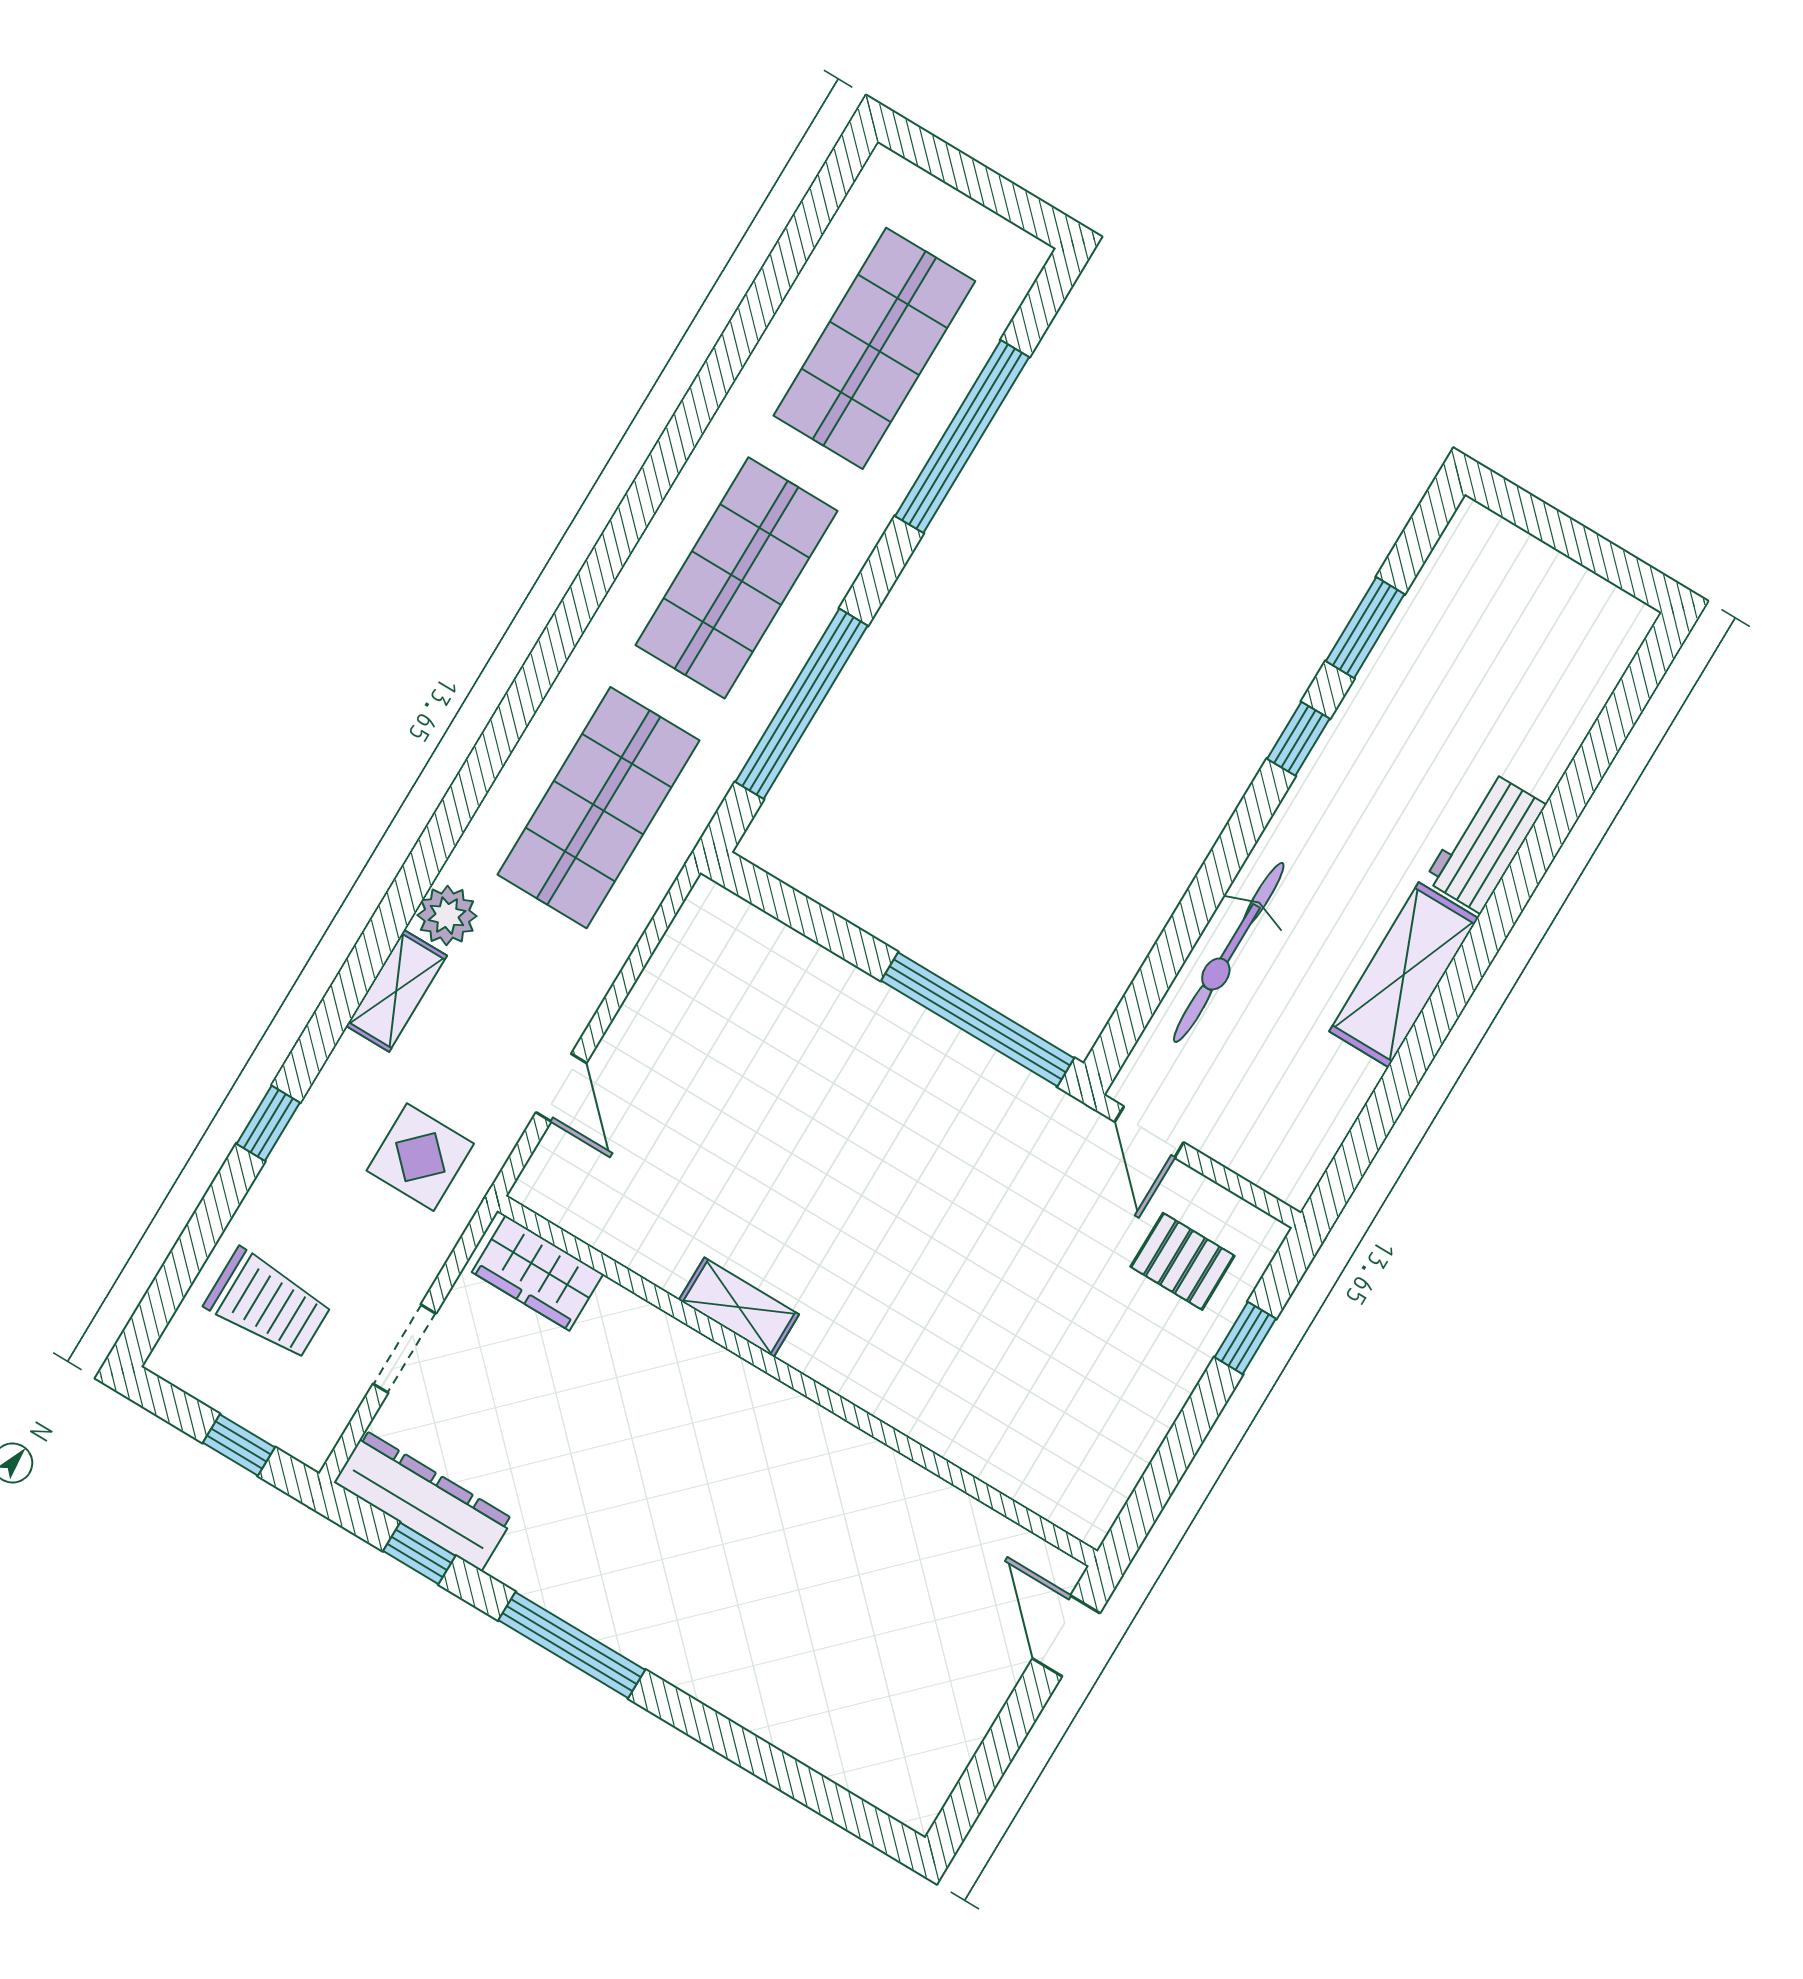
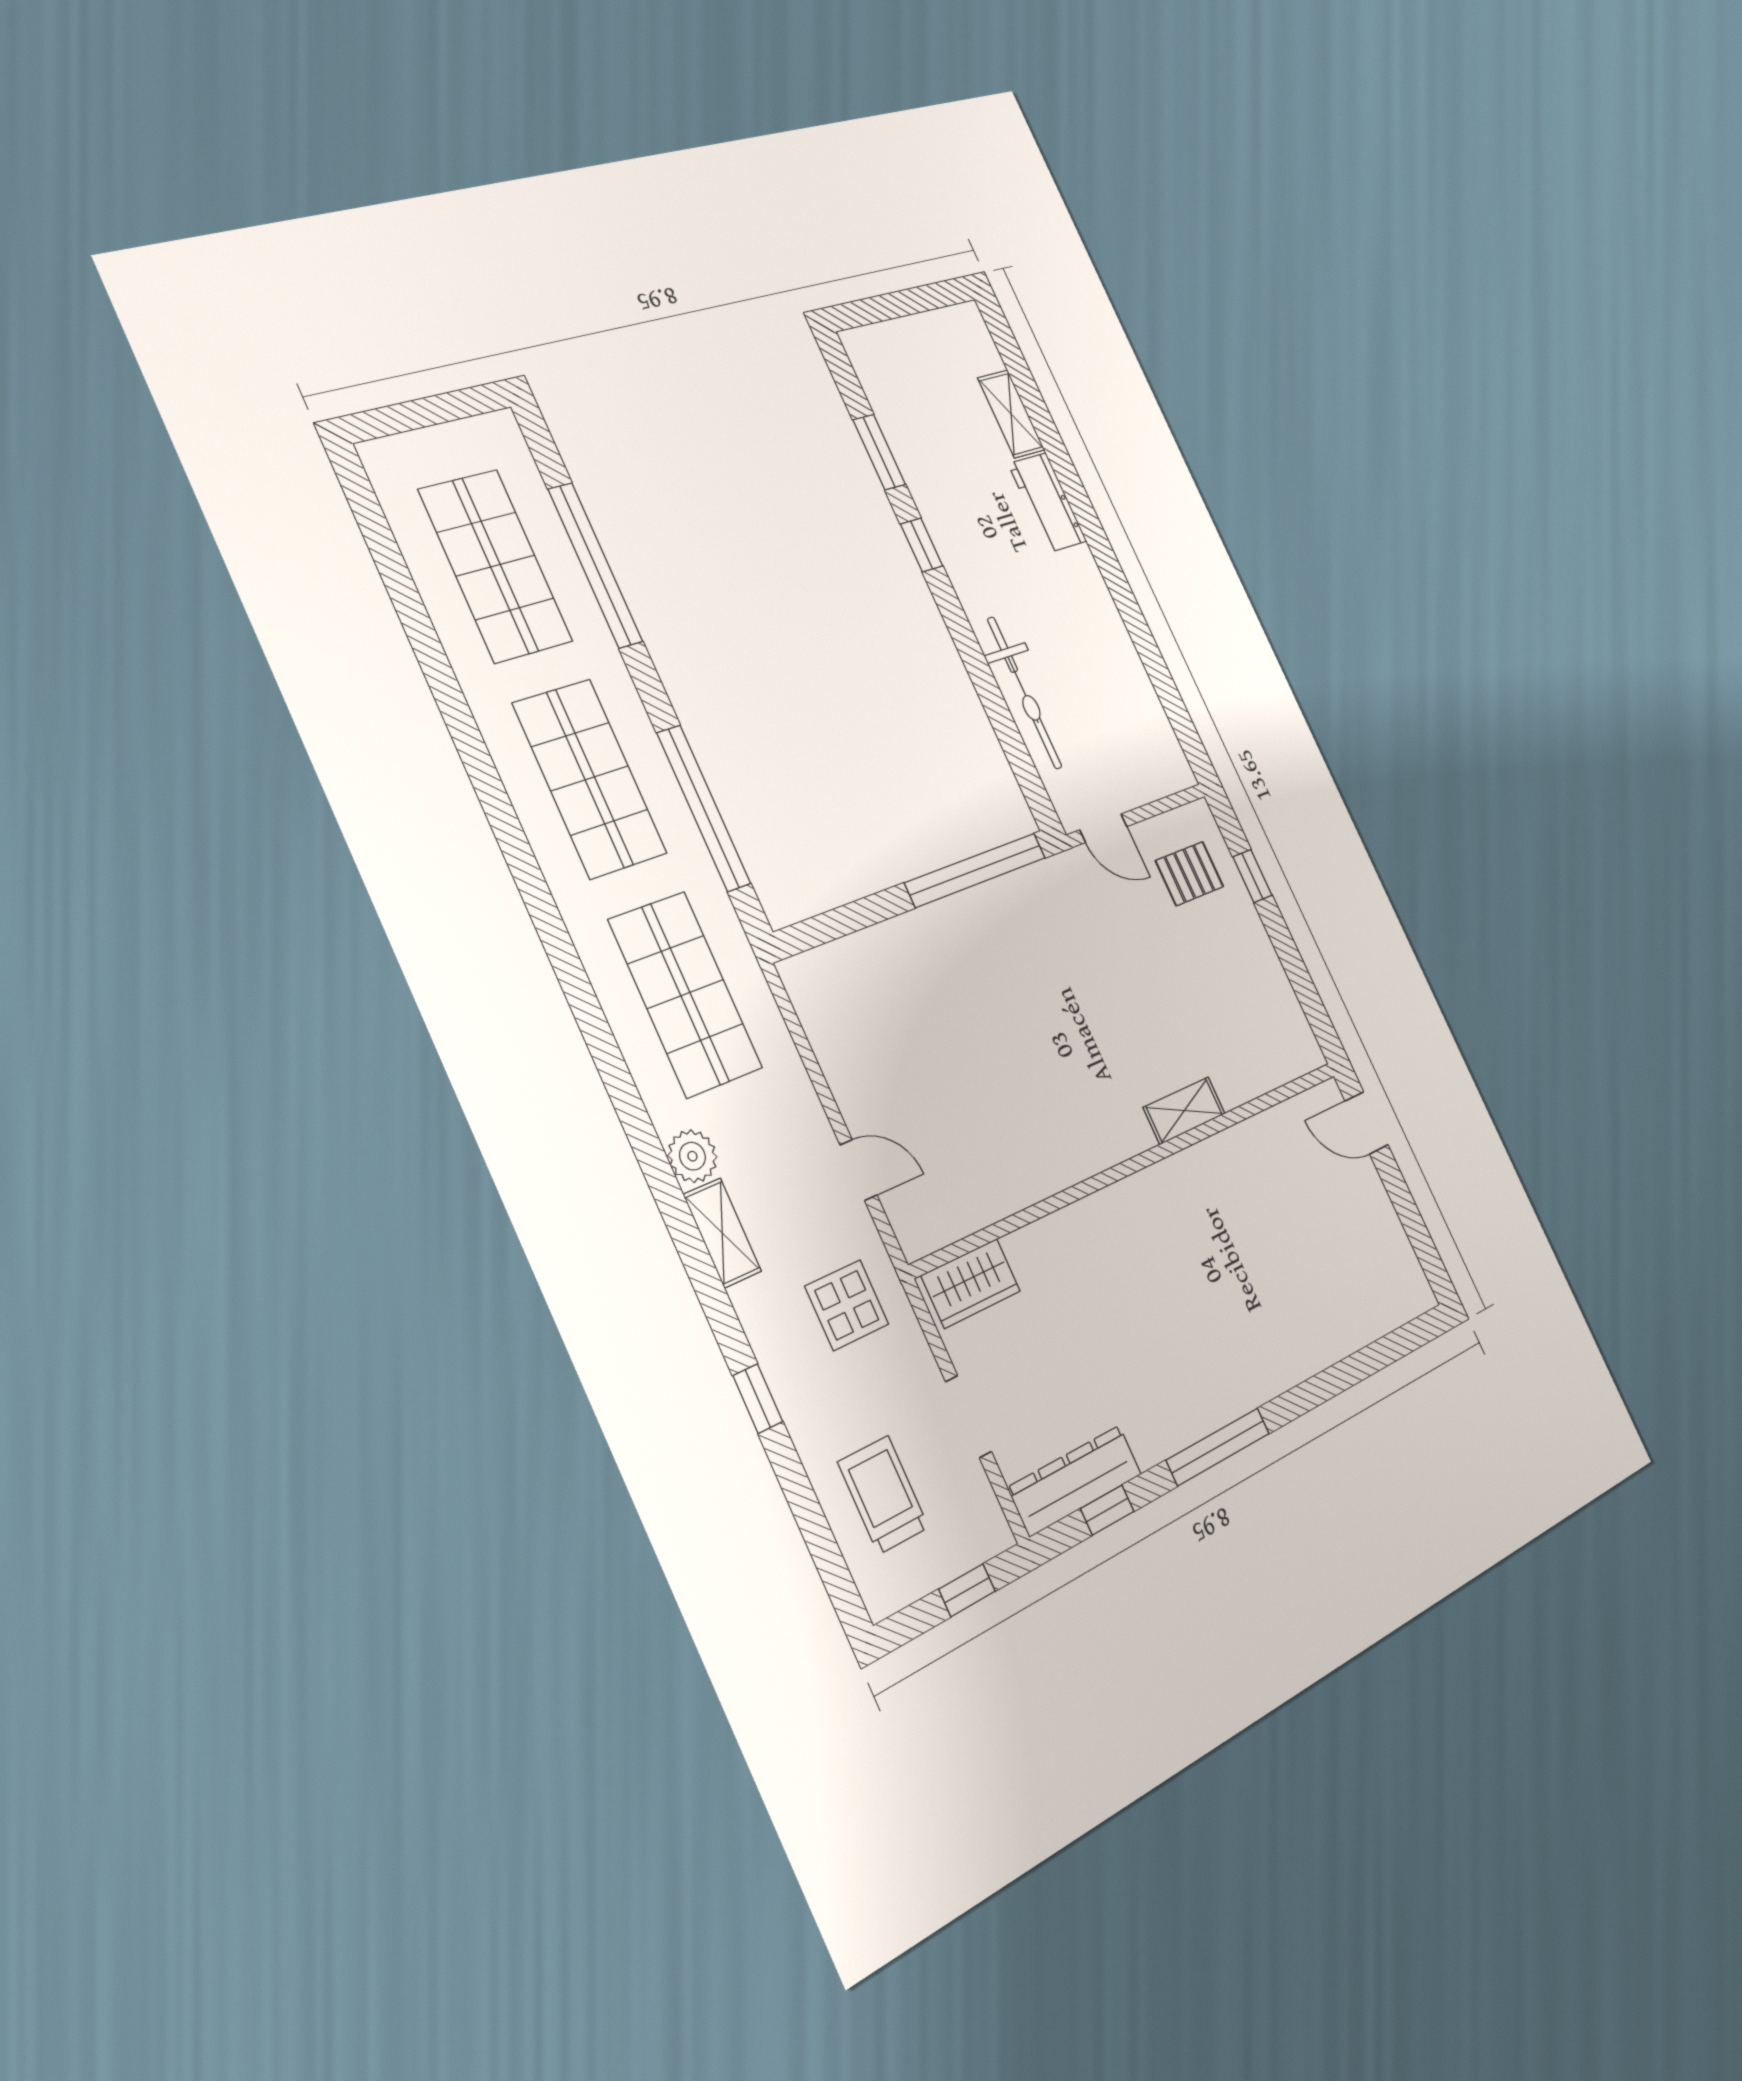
shelving: (1404, 975) -> (1011, 414), moved, width x0.67, depth x0.75
trolley: (268, 1304) -> (883, 1495), turned -90
shelving: (739, 1307) -> (1184, 1111), moved

